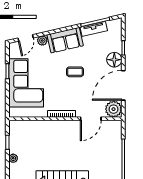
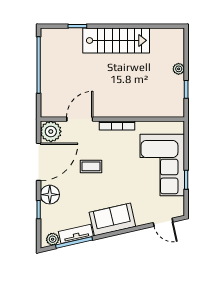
door: (26, 38) -> (163, 222), swing flipped
plant: (42, 41) -> (53, 239), moved
coffee table: (75, 72) -> (91, 166), moved

